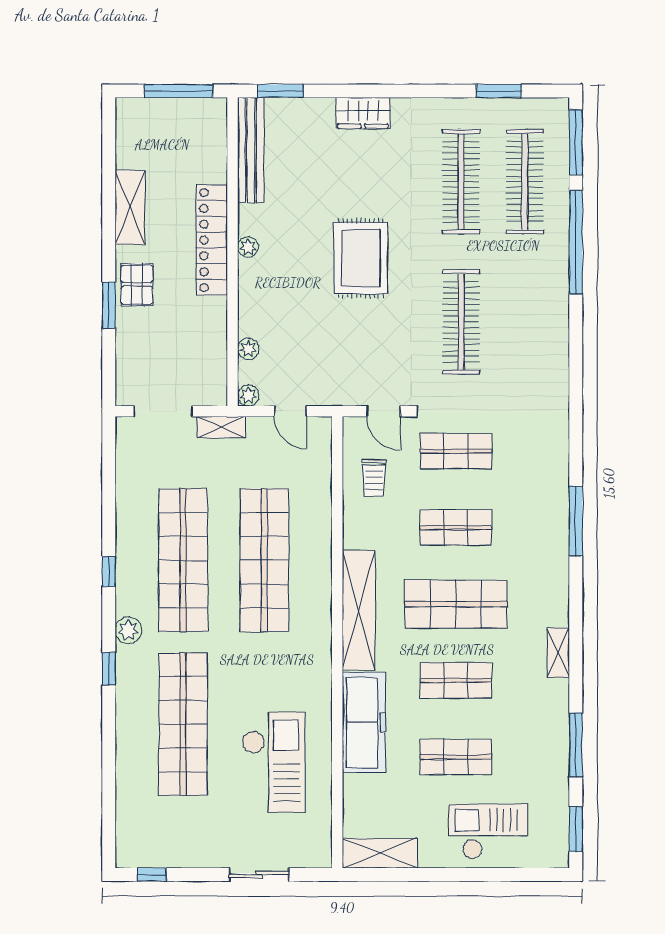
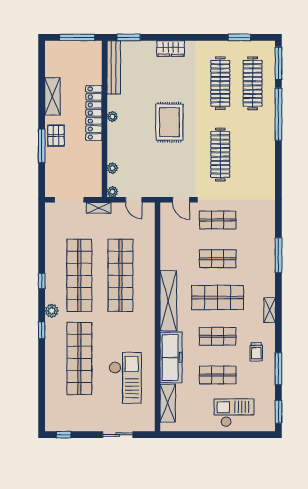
window: (109, 305) -> (42, 146), width x1.44
trolley: (374, 478) -> (256, 352), moved
shelving: (558, 653) -> (270, 310), moved
shelving: (380, 853) -> (168, 403), moved, turned 90

